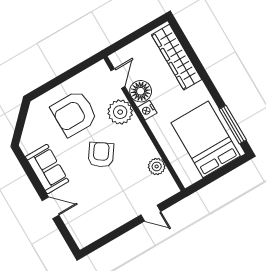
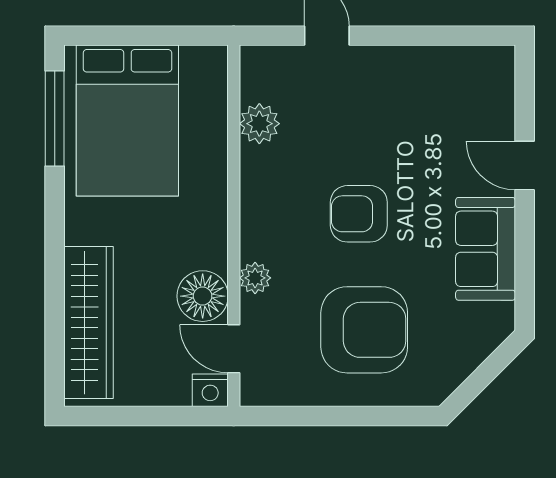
door: (118, 79) -> (234, 349), hinge flipped
nightstand: (147, 110) -> (210, 390), moved, turned 90
plant: (120, 112) -> (255, 278), width x0.53, depth x0.53
armchair: (101, 155) -> (359, 214), turned 55

